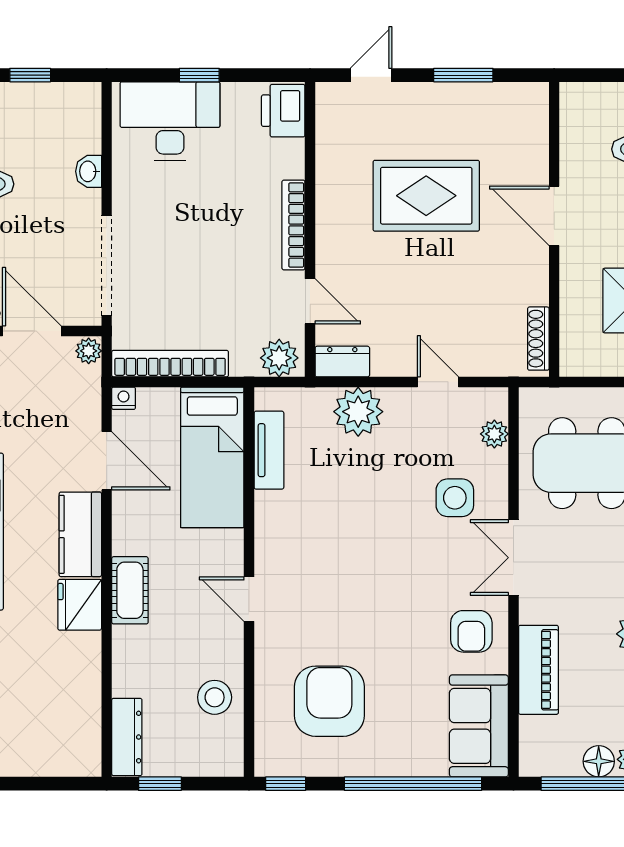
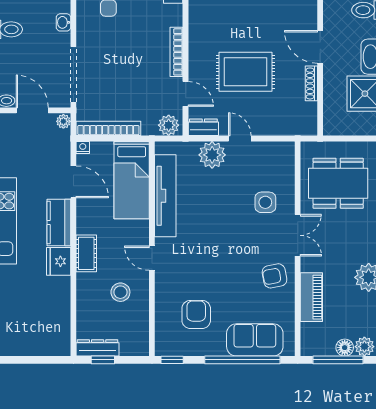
rug: (426, 196) -> (245, 72), moved
shoe rack: (538, 339) -> (311, 83), moved
door: (438, 382) -> (240, 138), moved
plant: (494, 434) -> (287, 167), removed
tv unit: (269, 450) -> (165, 196), width x1.92, depth x1.29
double door: (513, 558) -> (298, 235), swing flipped
armchair: (471, 631) -> (274, 276), turned 79
stool: (215, 697) -> (120, 292), moved
armchair: (329, 701) -> (196, 314), width x0.73, depth x0.73
sofa: (479, 726) -> (255, 340), moved, turned 90
dresser: (127, 737) -> (98, 348), moved, turned -90

